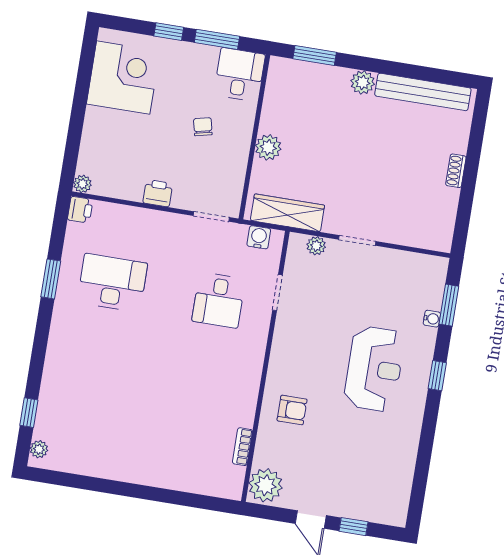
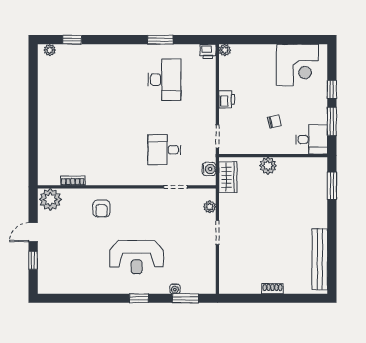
plant: (363, 82) -> (320, 219), removed
wardrobe: (287, 213) -> (228, 177), width x0.67

